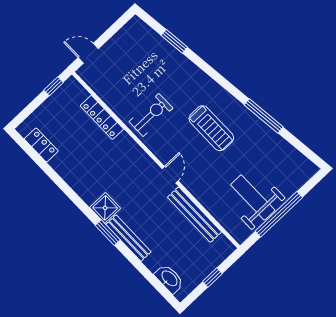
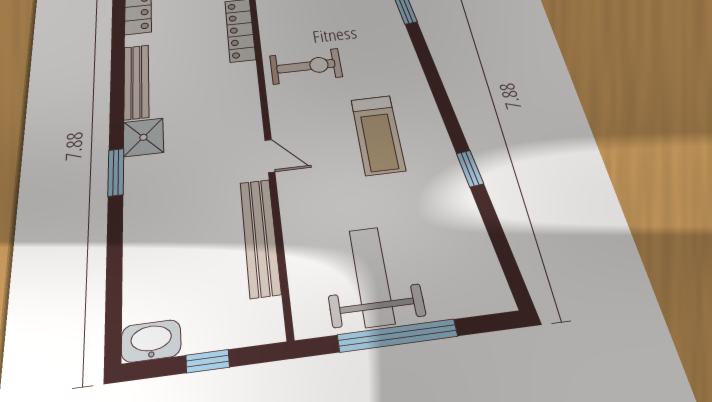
window: (264, 116) -> (470, 169), width x0.46
door: (170, 175) -> (270, 156), hinge flipped
bench: (128, 238) -> (136, 82), moved
washbasin: (169, 279) -> (151, 341), moved, turned -90

